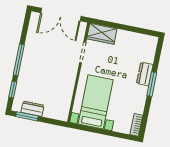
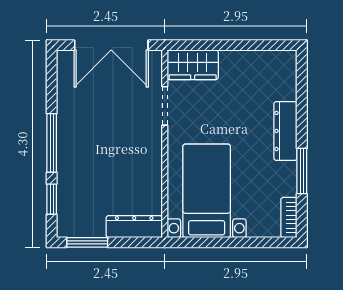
dresser: (145, 74) -> (285, 131), width x1.44
window: (152, 84) -> (302, 171), moved
dresser: (32, 109) -> (134, 227), moved, width x1.44

